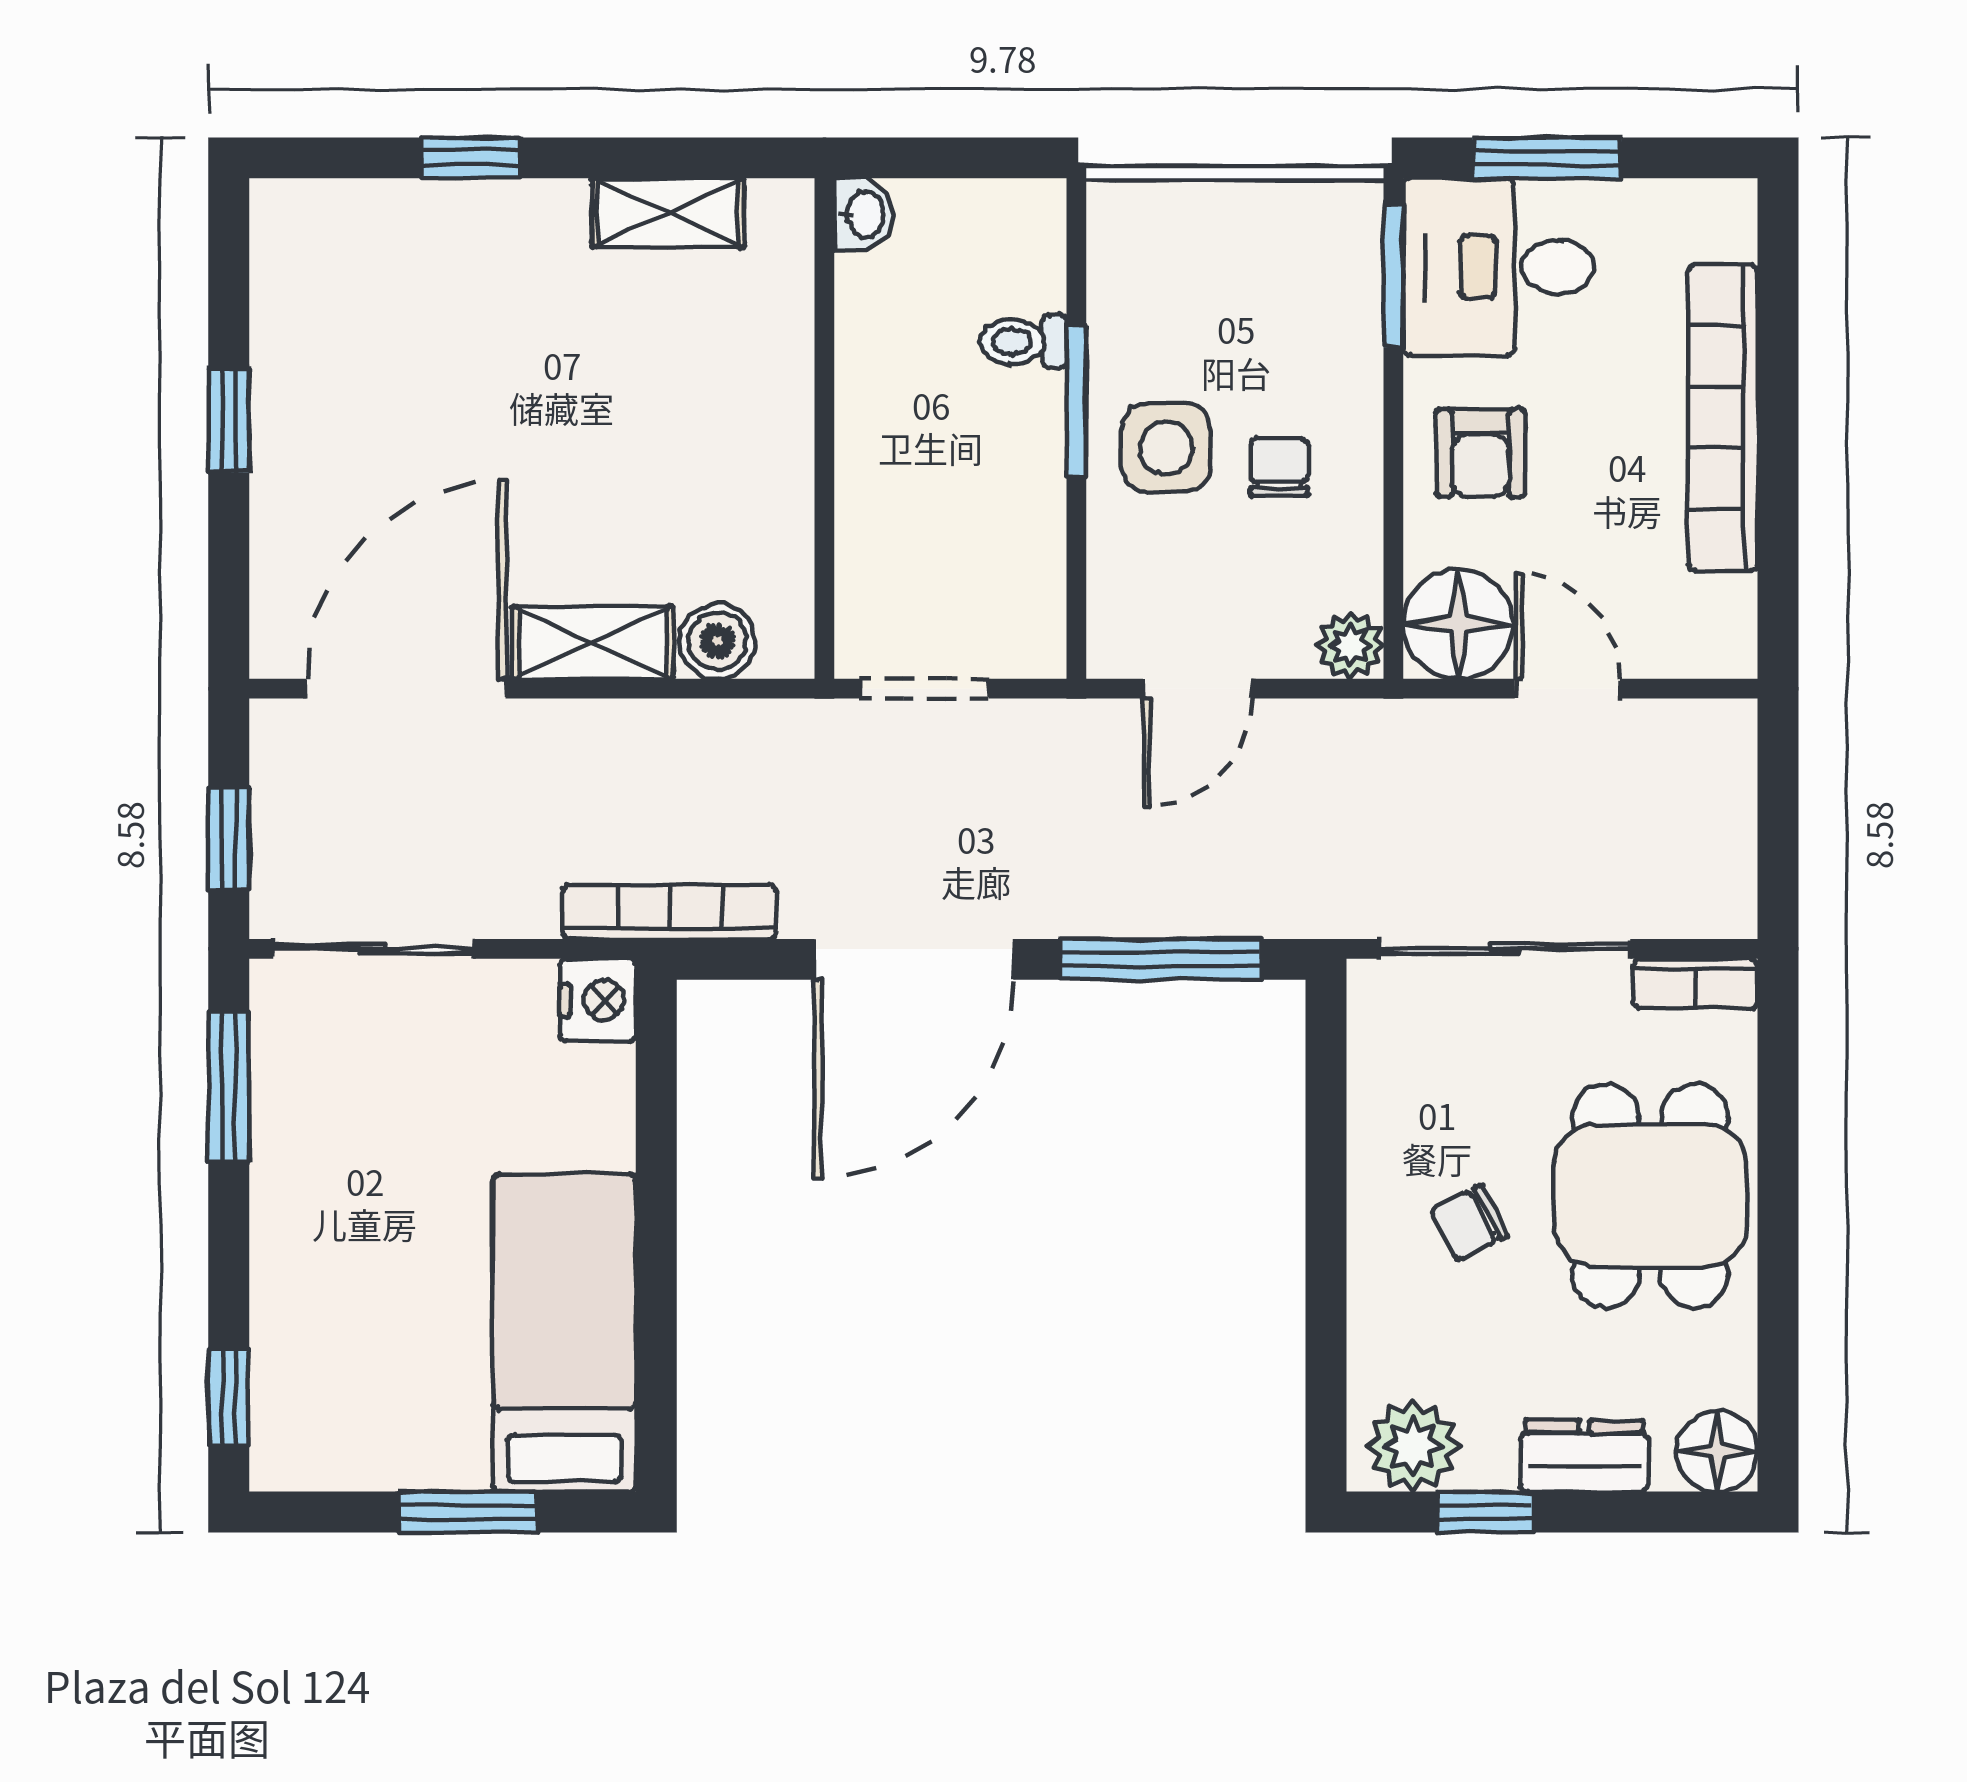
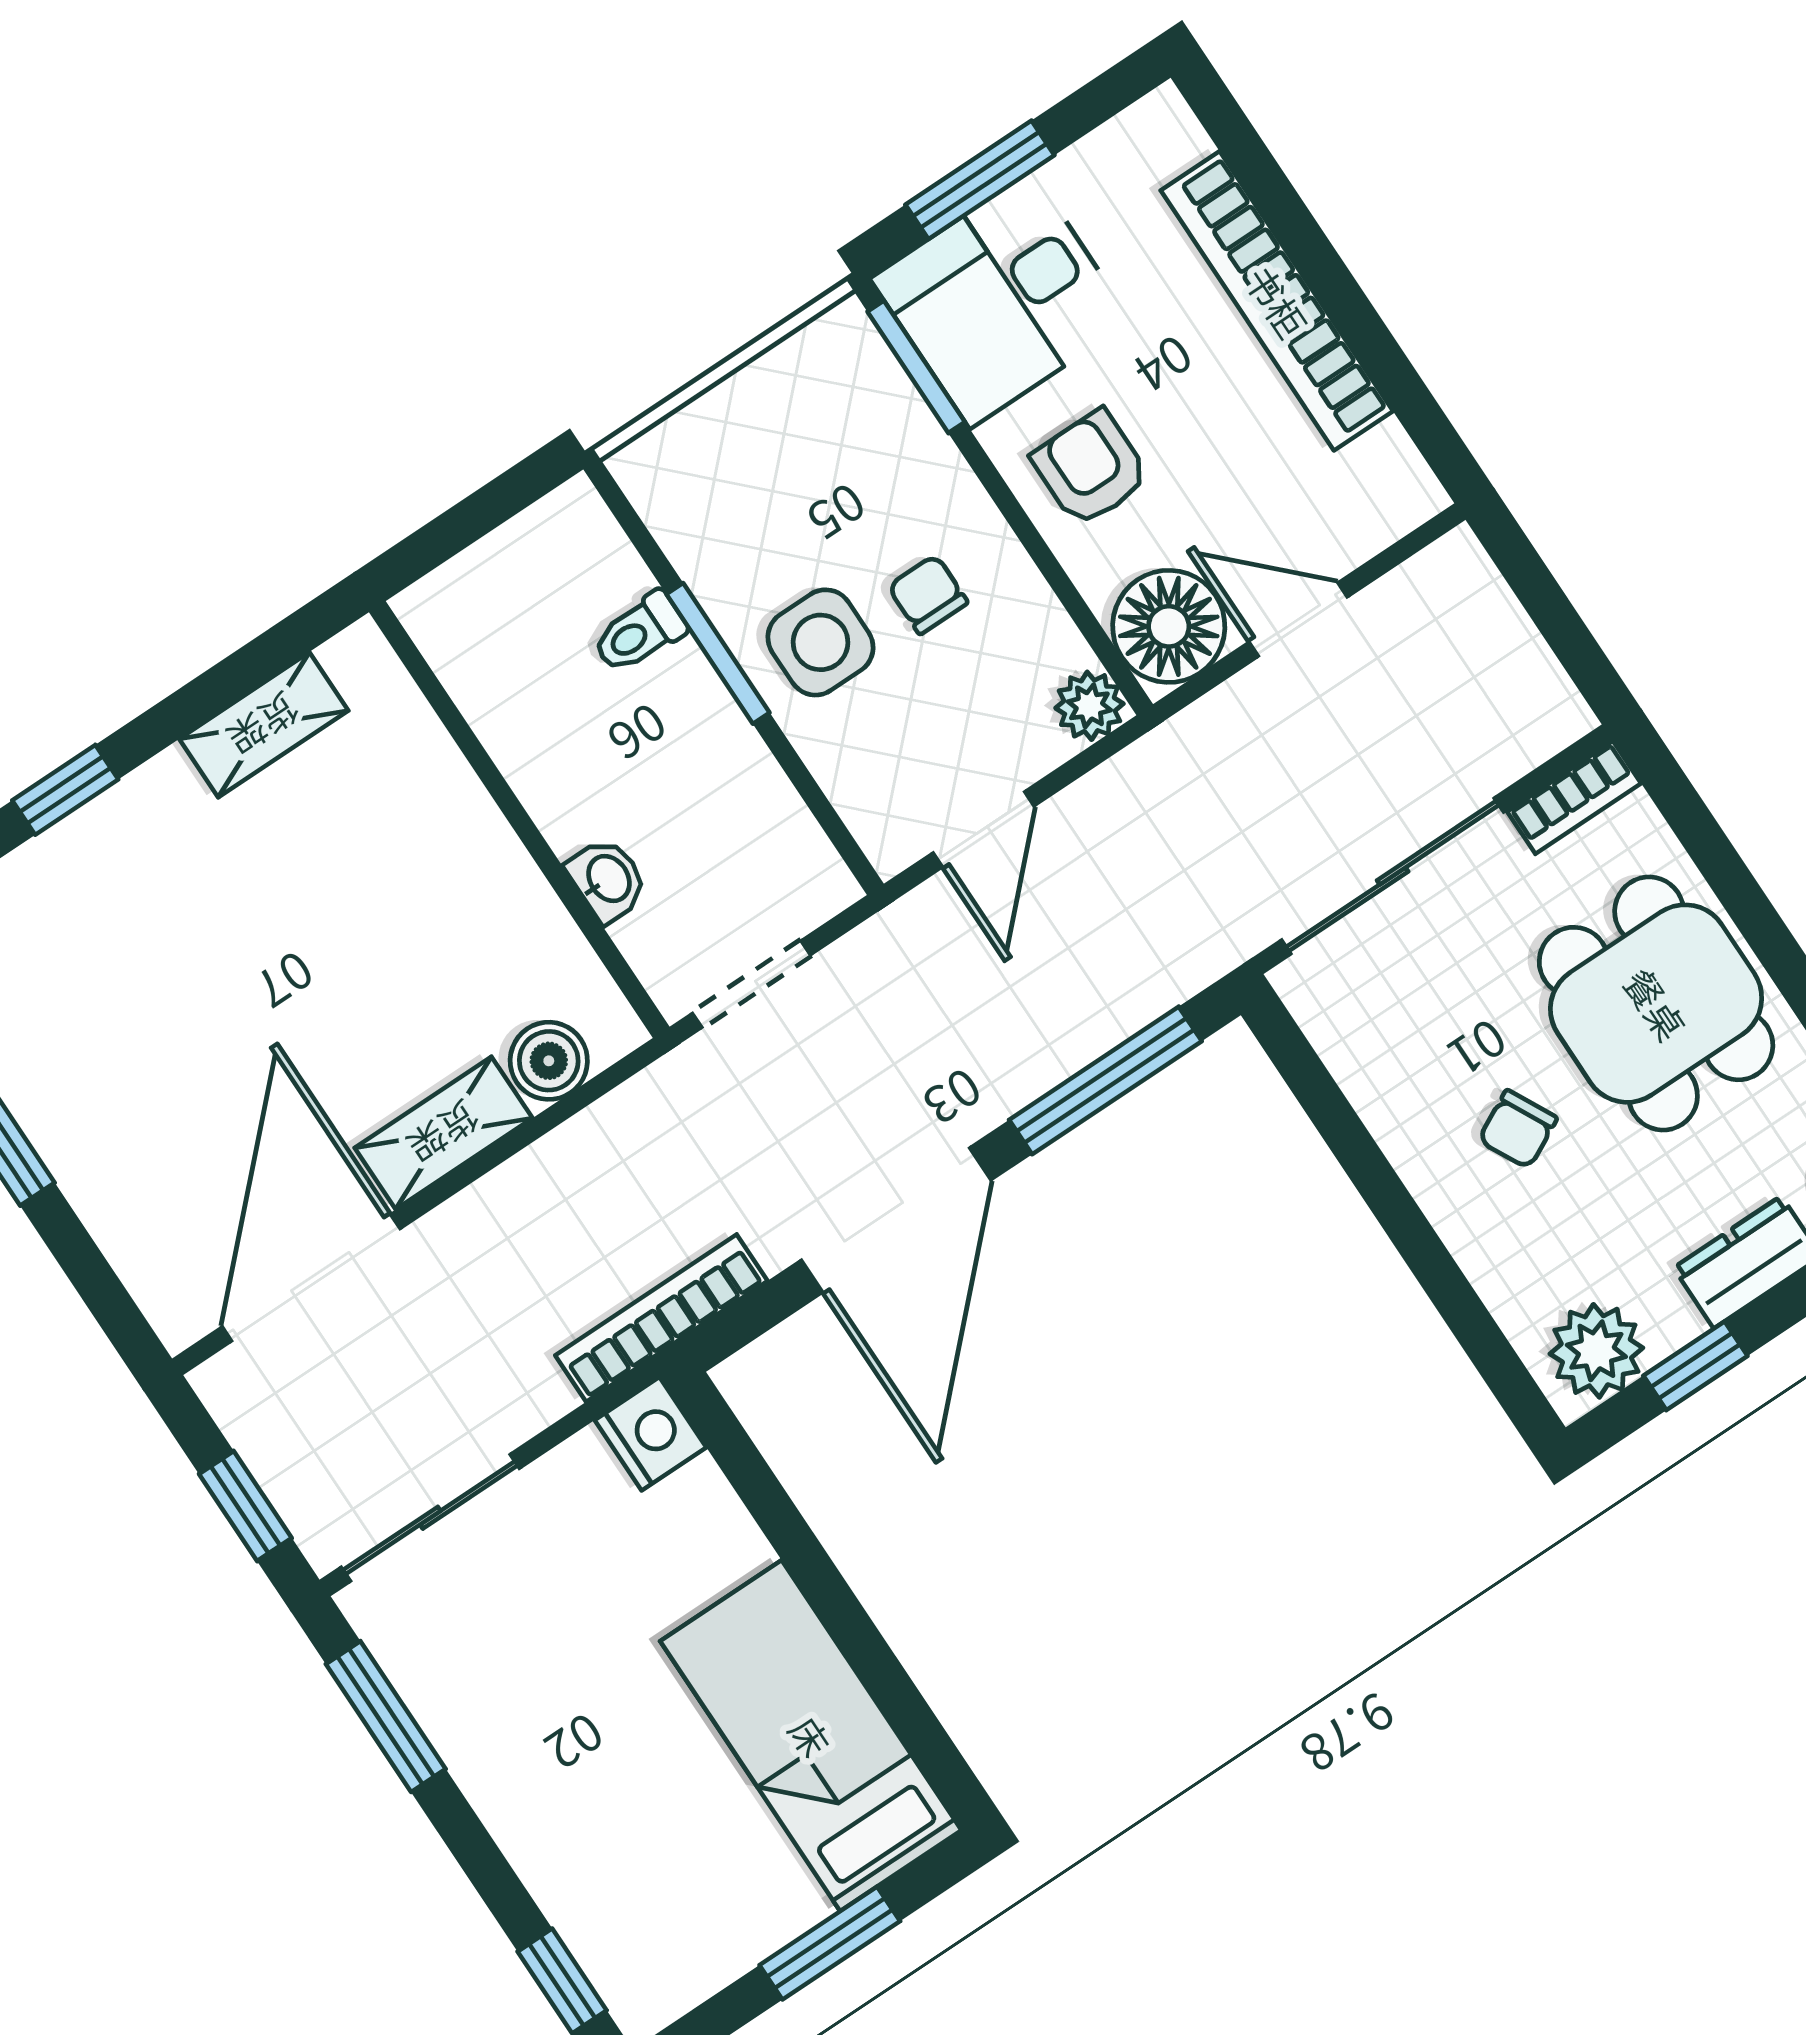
washbasin: (864, 215) -> (607, 880), moved
armchair: (1481, 453) -> (1091, 468), turned 180

